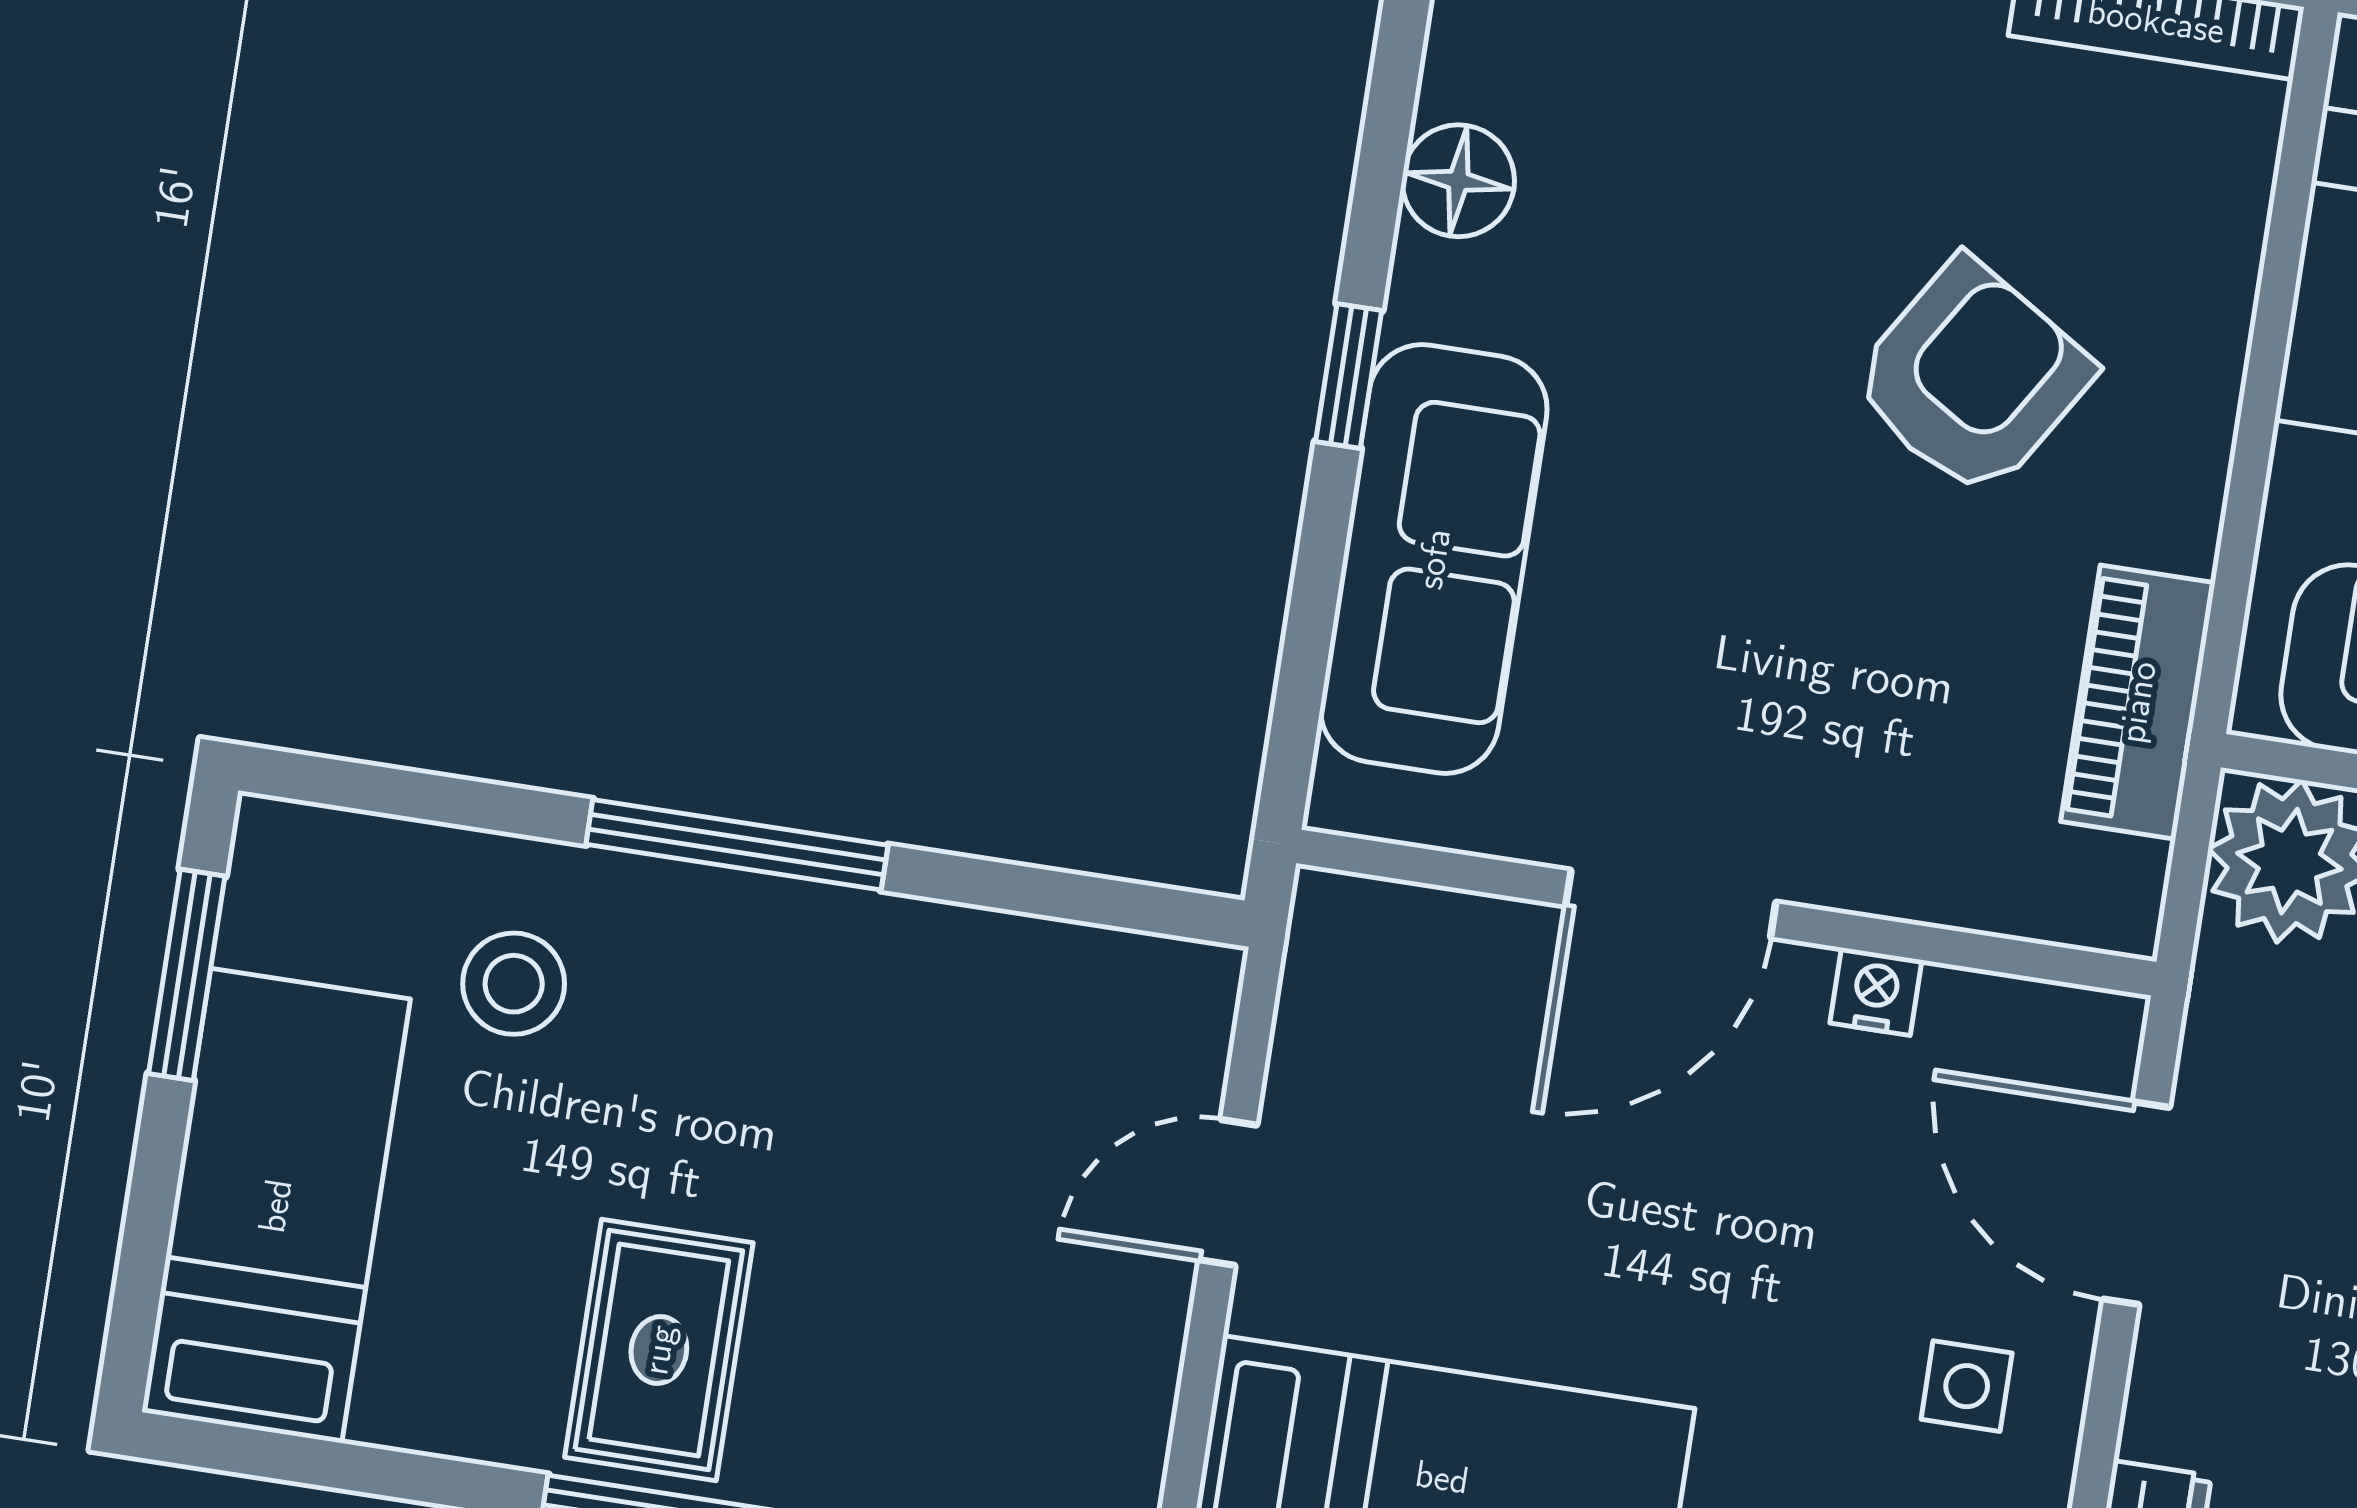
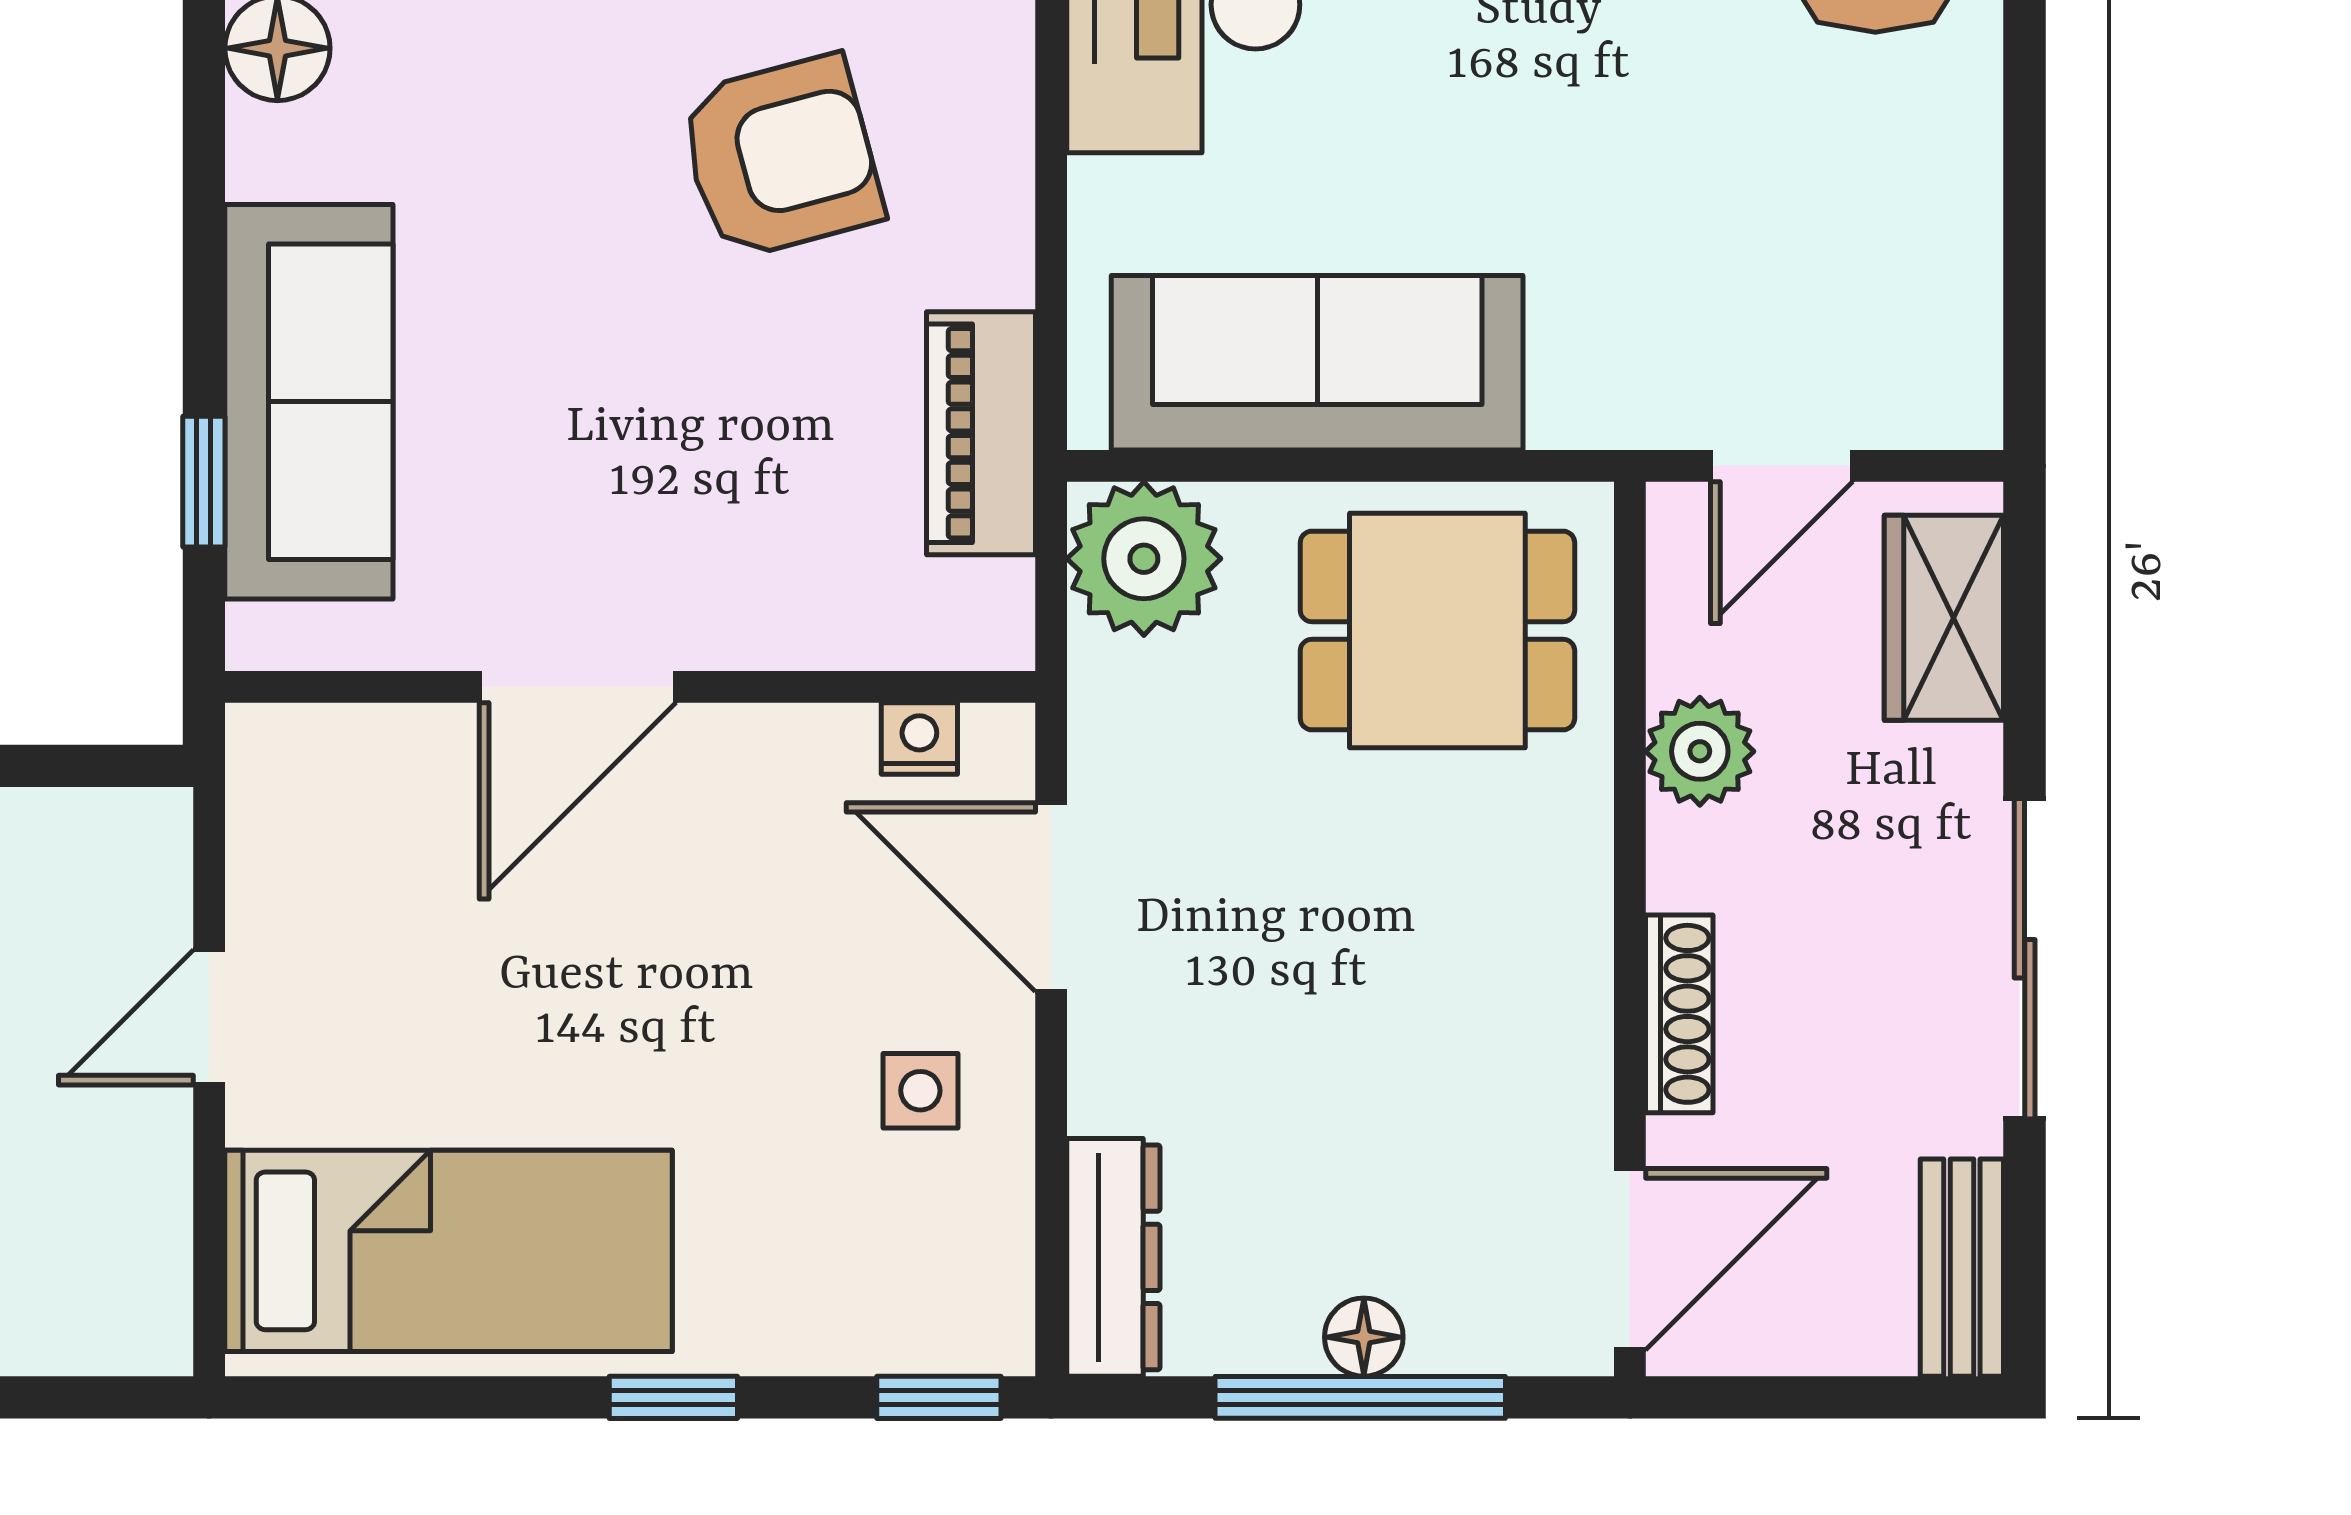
window: (1349, 376) -> (204, 482), moved
armchair: (1972, 378) -> (781, 157), turned 43
nightstand: (1876, 992) -> (919, 739), moved

